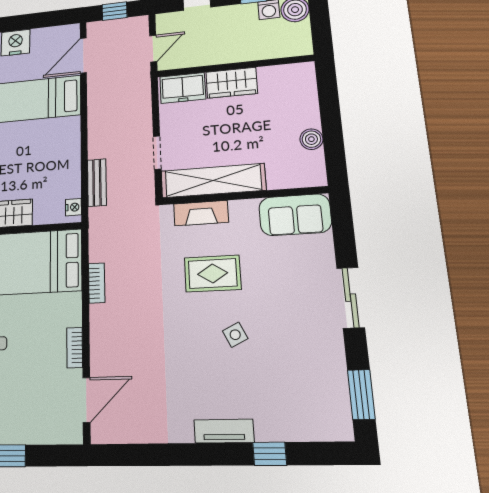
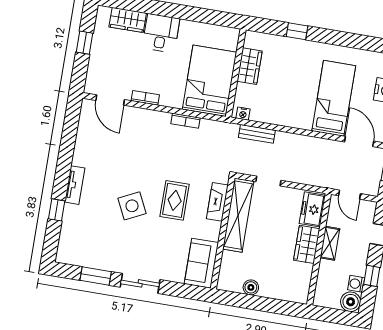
shelving: (223, 55) -> (330, 243), added
side table: (235, 335) -> (132, 206), width x1.87, depth x1.87
window: (361, 394) -> (96, 276), moved

